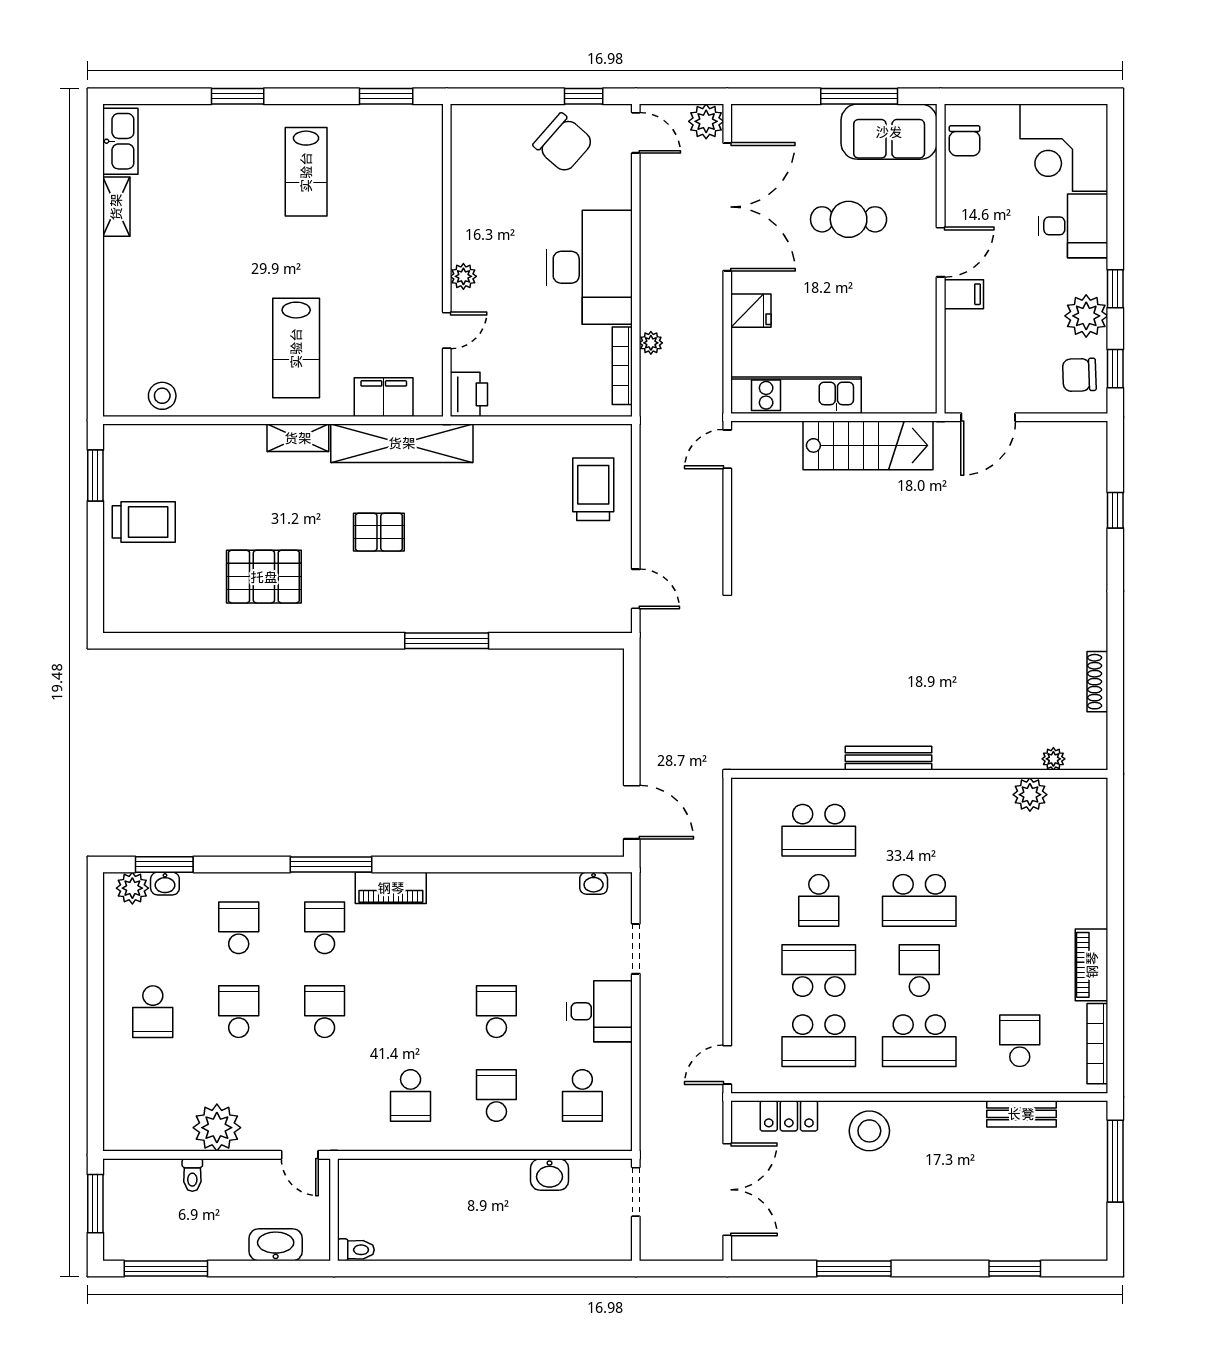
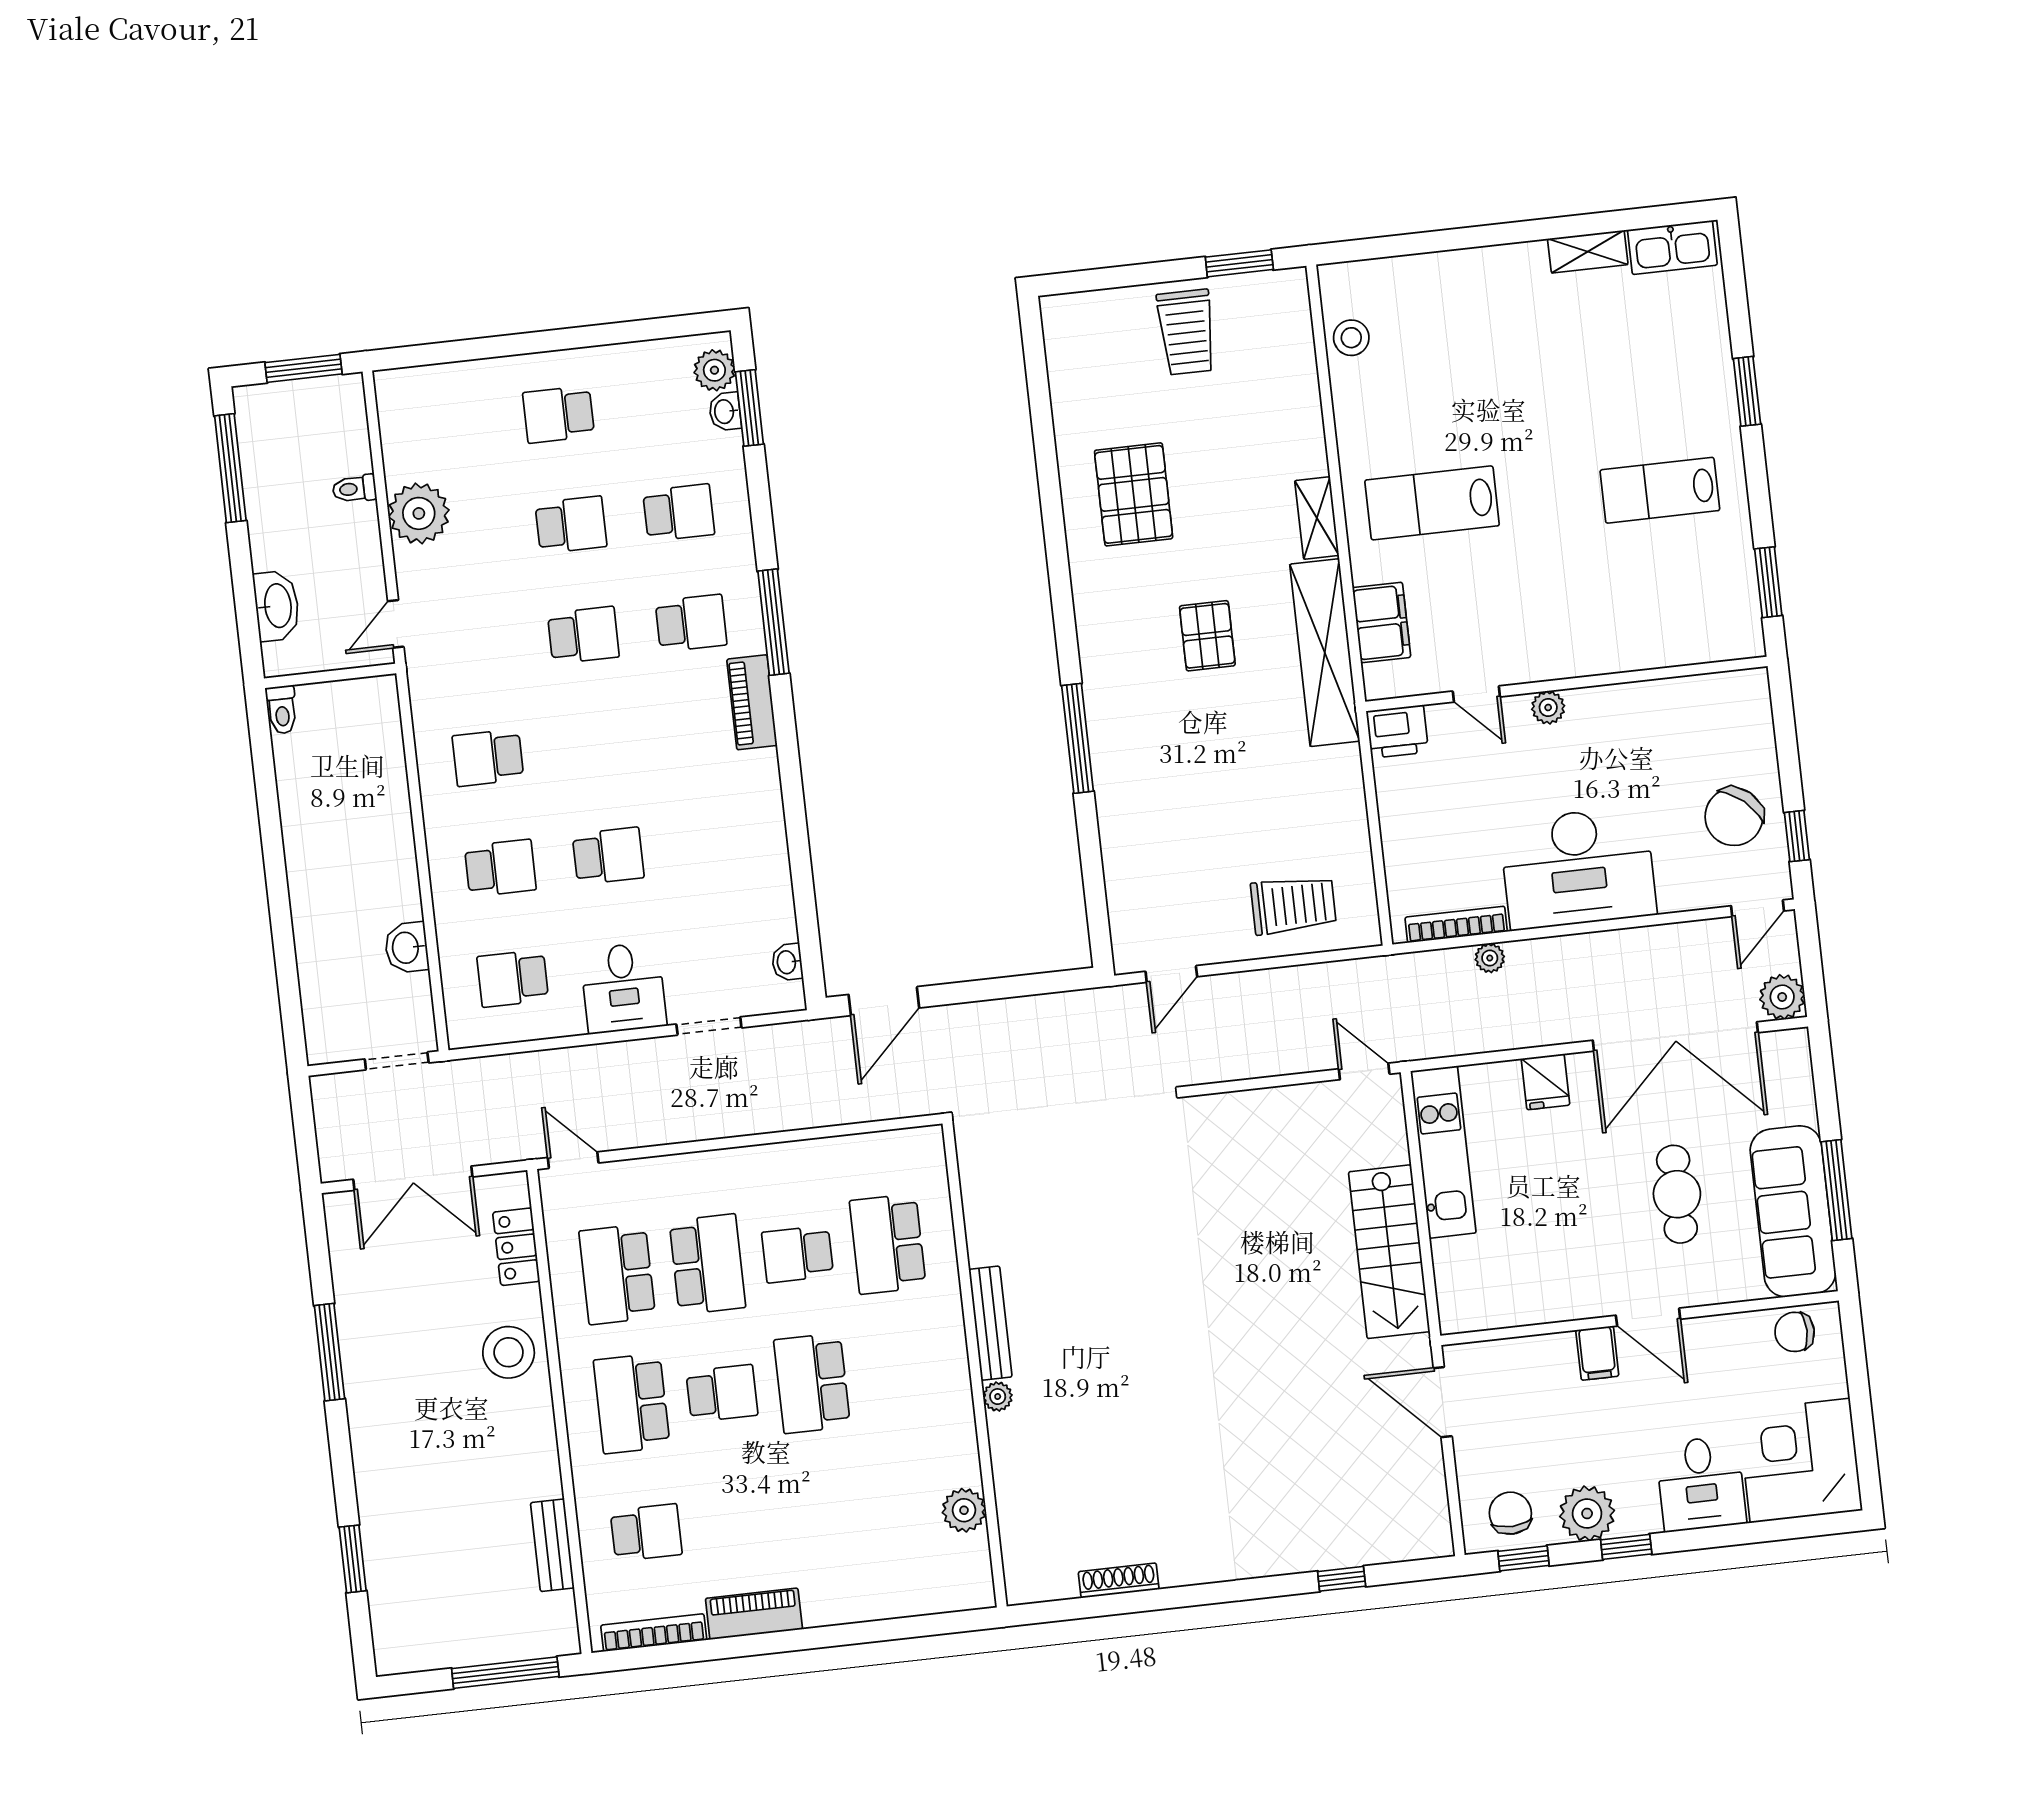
sofa: (889, 132) -> (1793, 1211), width x1.36
plant: (1053, 759) -> (998, 1397), moved

